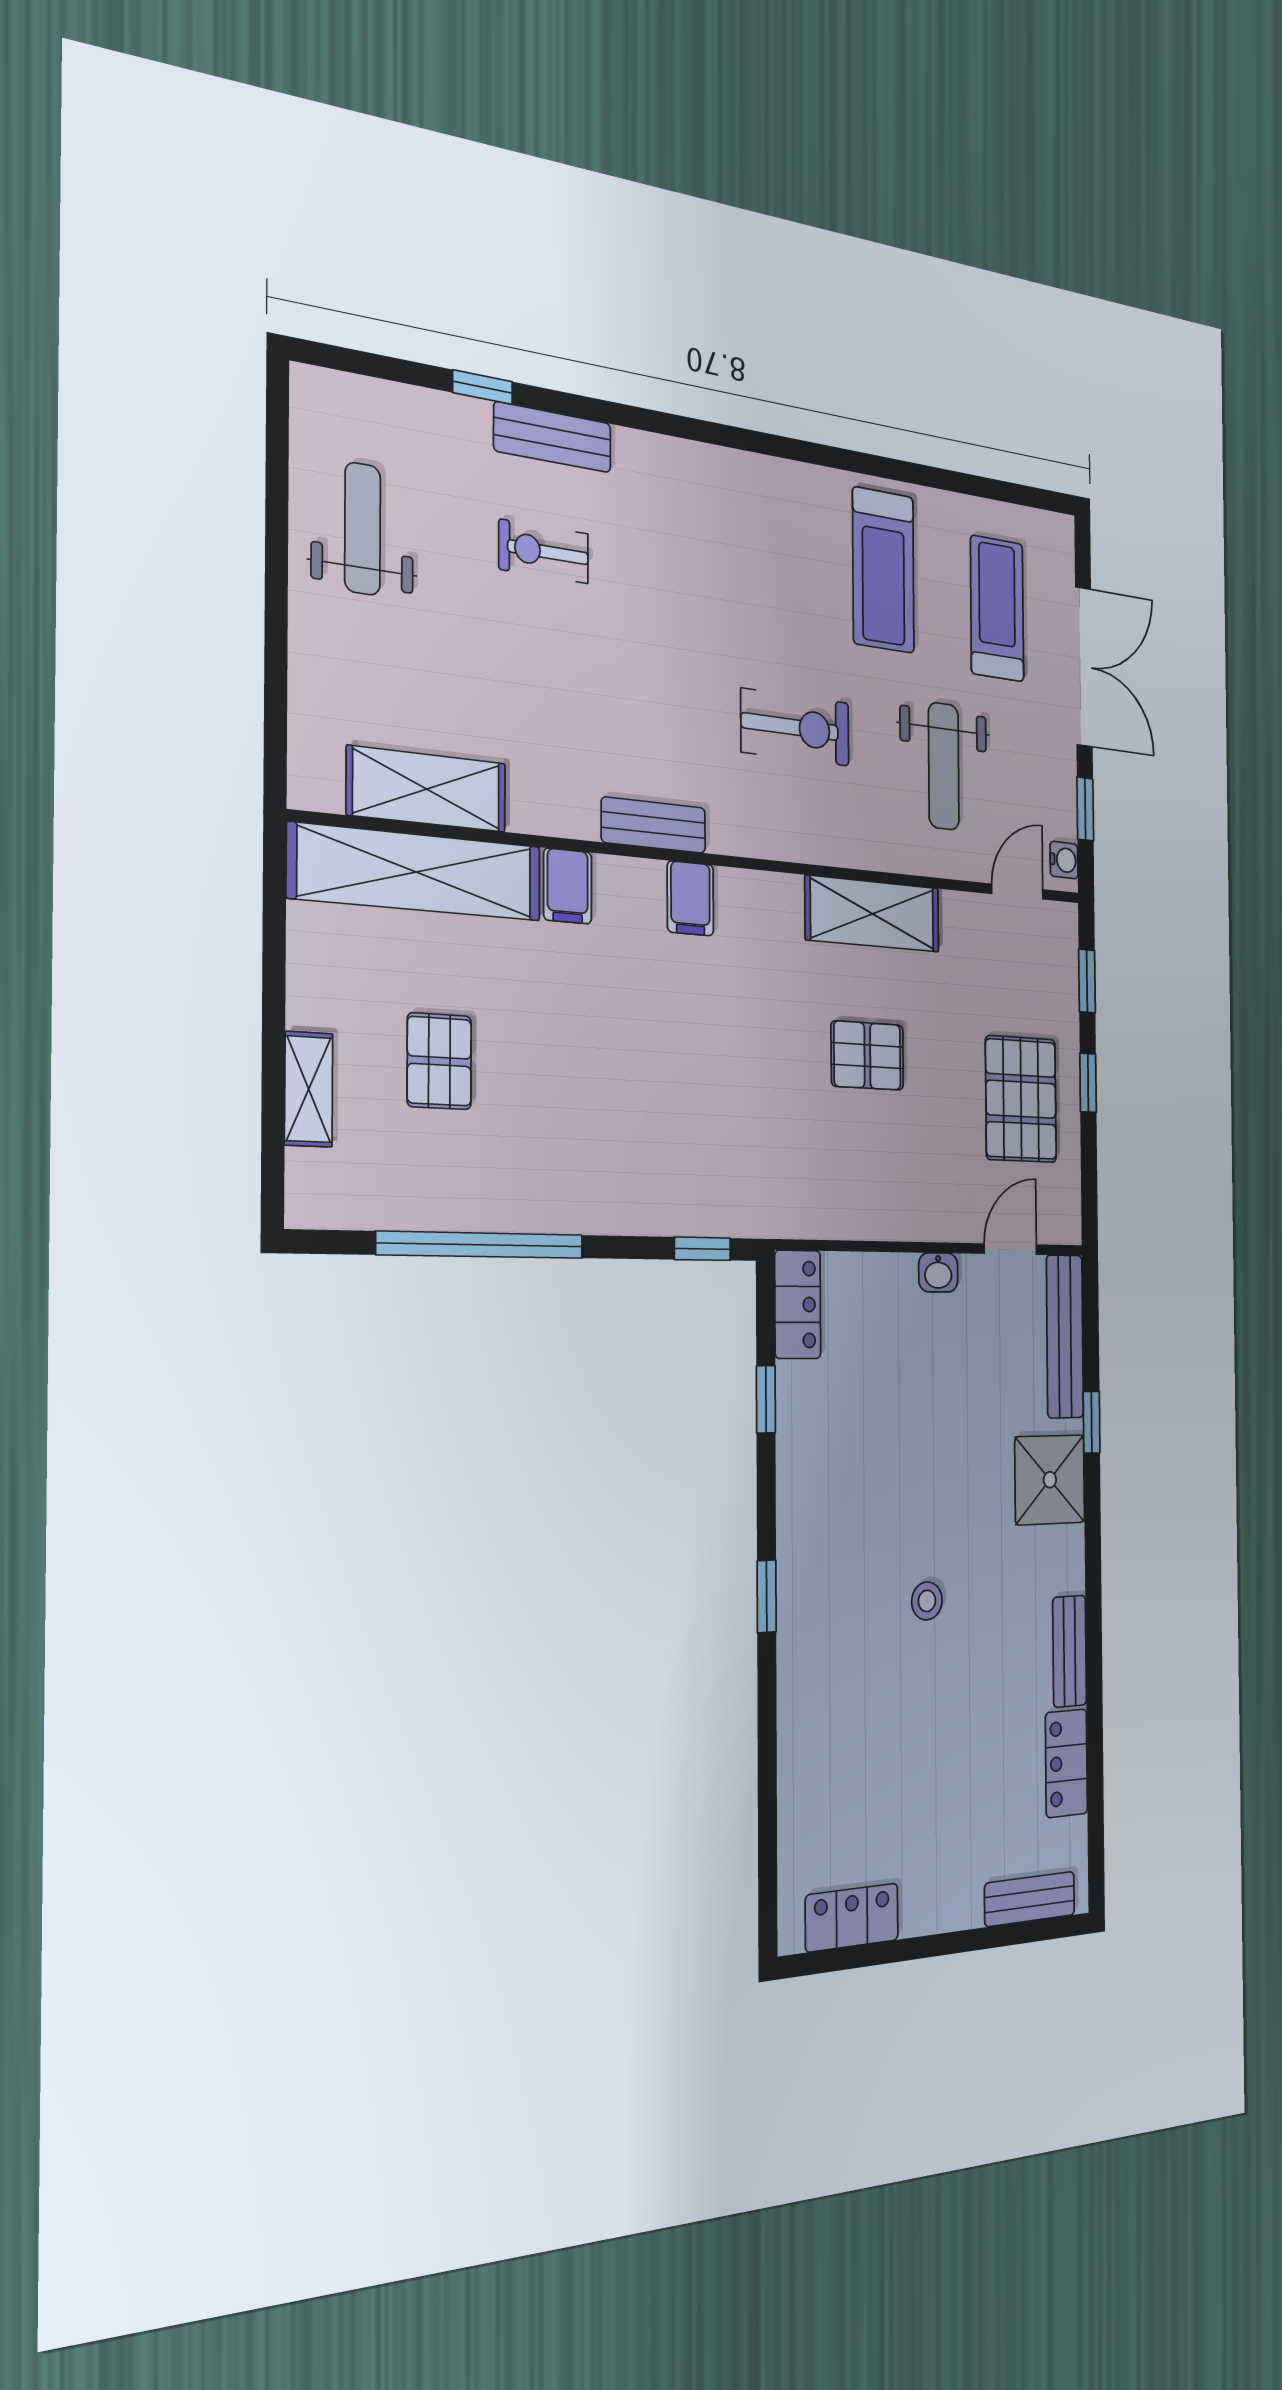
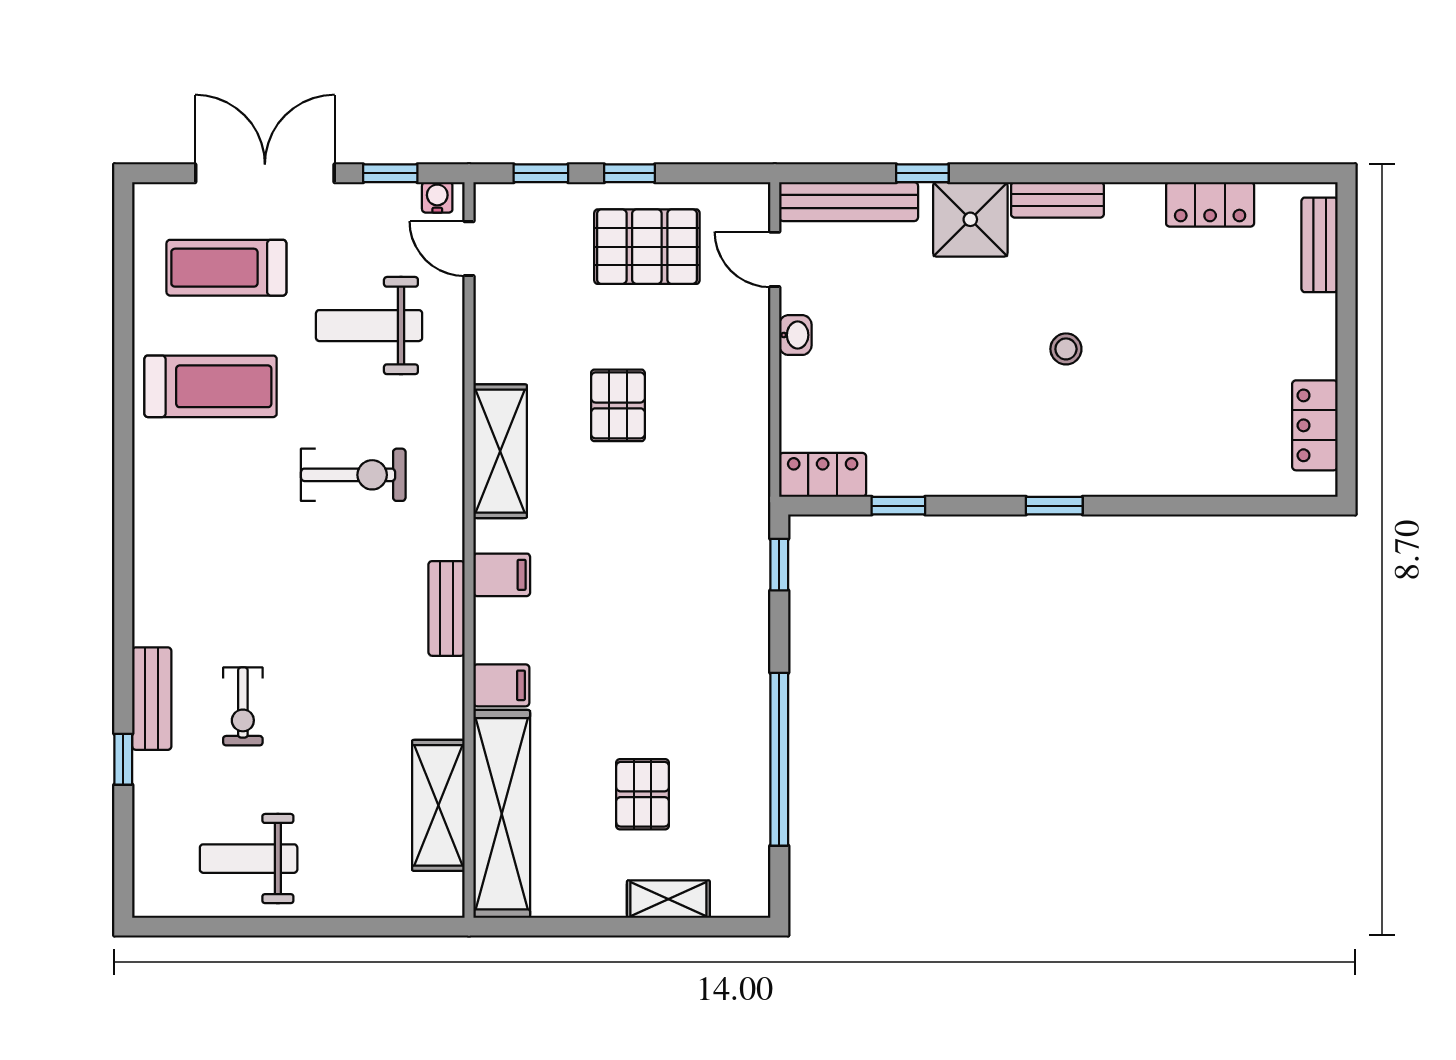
exercise bike: (795, 727) -> (353, 475), turned 90
weight bench: (944, 766) -> (369, 326), turned 180
shelving: (873, 914) -> (500, 451), moved
pallet: (439, 1061) -> (643, 794), turned 90
bench: (1070, 1651) -> (1057, 200), moved

